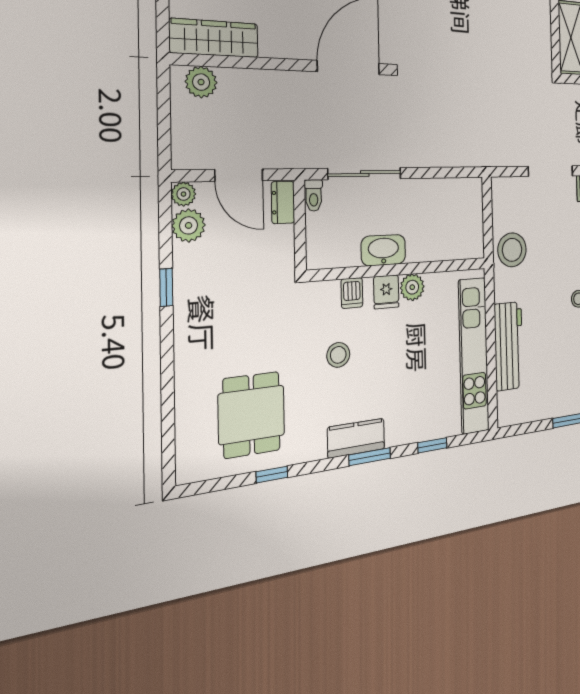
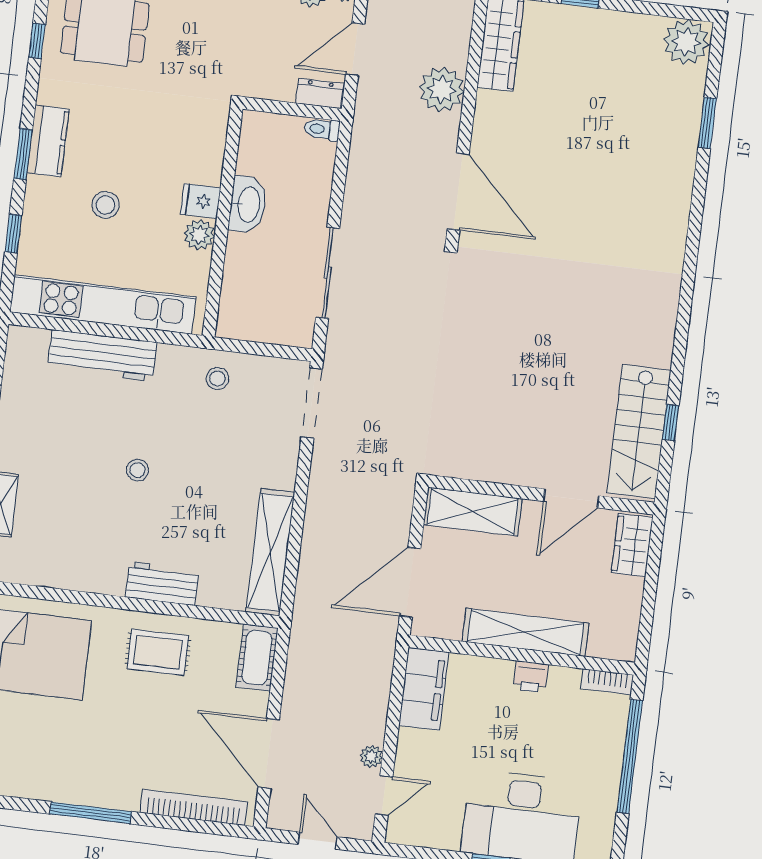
plant: (201, 82) -> (442, 90), moved, width x1.36, depth x1.36
doorway: (551, 171) -> (312, 403), moved
sliding door: (365, 174) -> (328, 273), moved
stool: (512, 250) -> (217, 378), width x0.53, depth x0.53
dishwasher: (352, 293) -> (208, 159), removed
stool: (338, 355) -> (105, 205), moved

